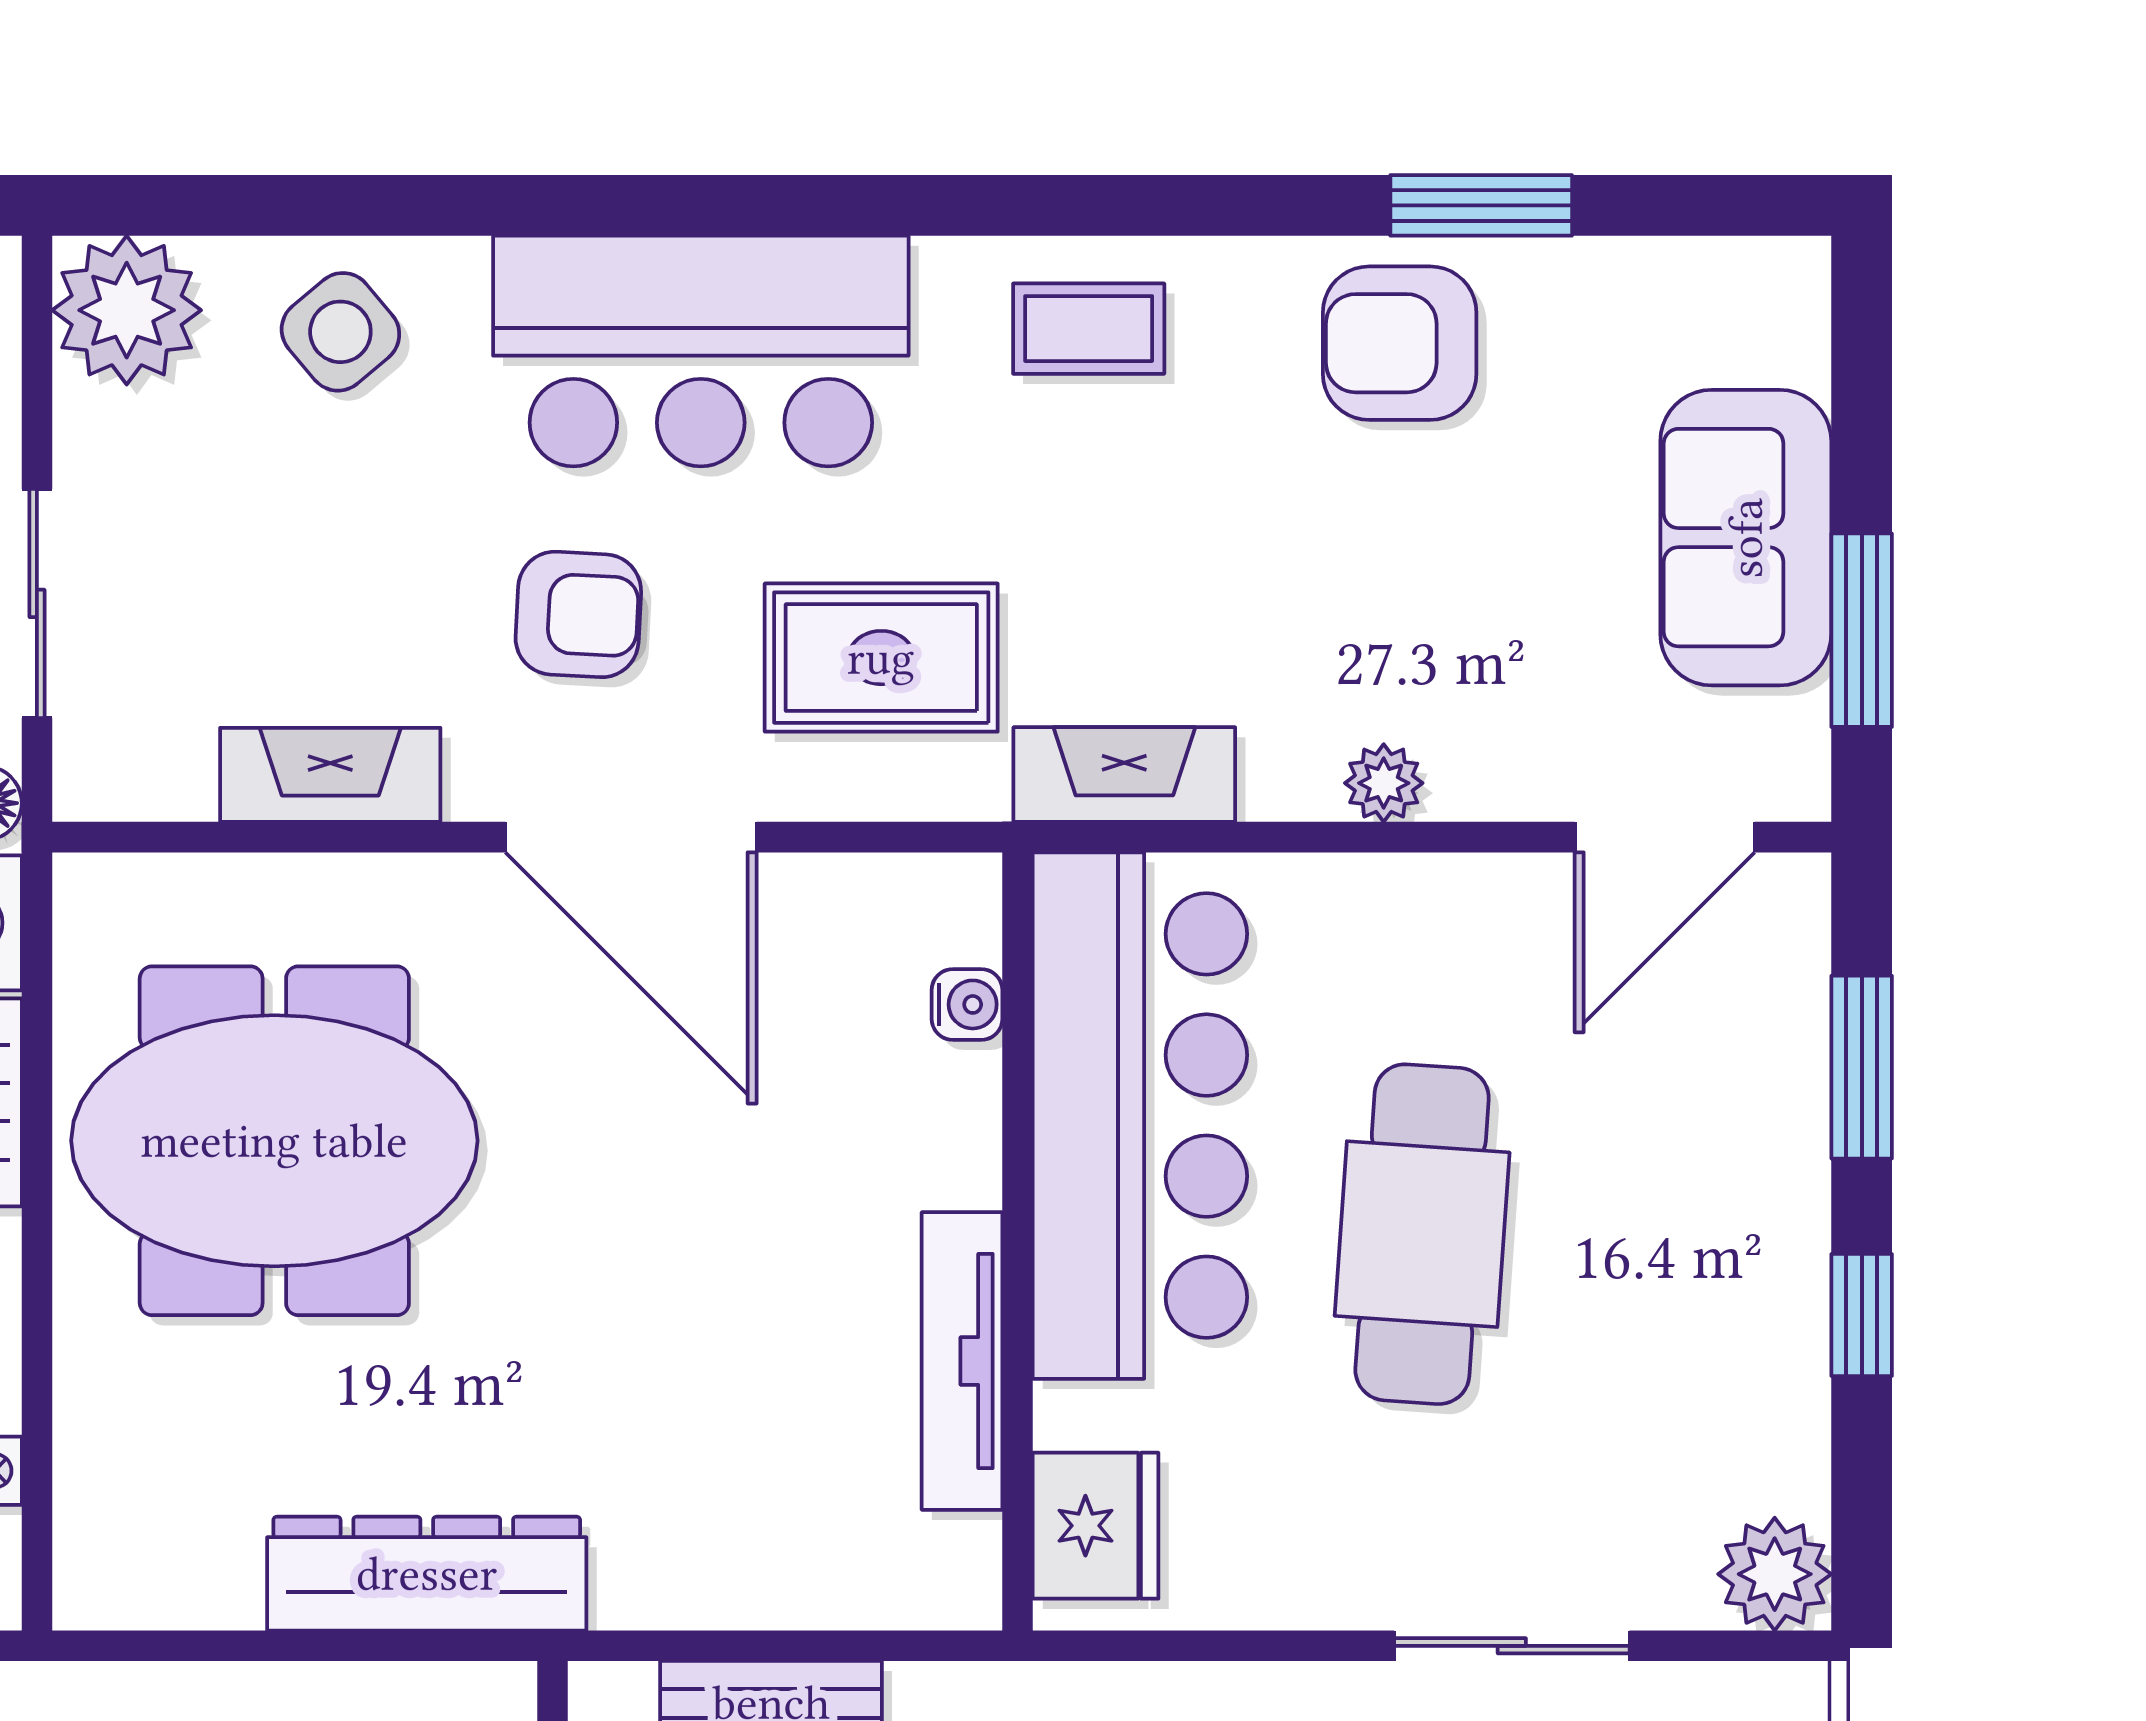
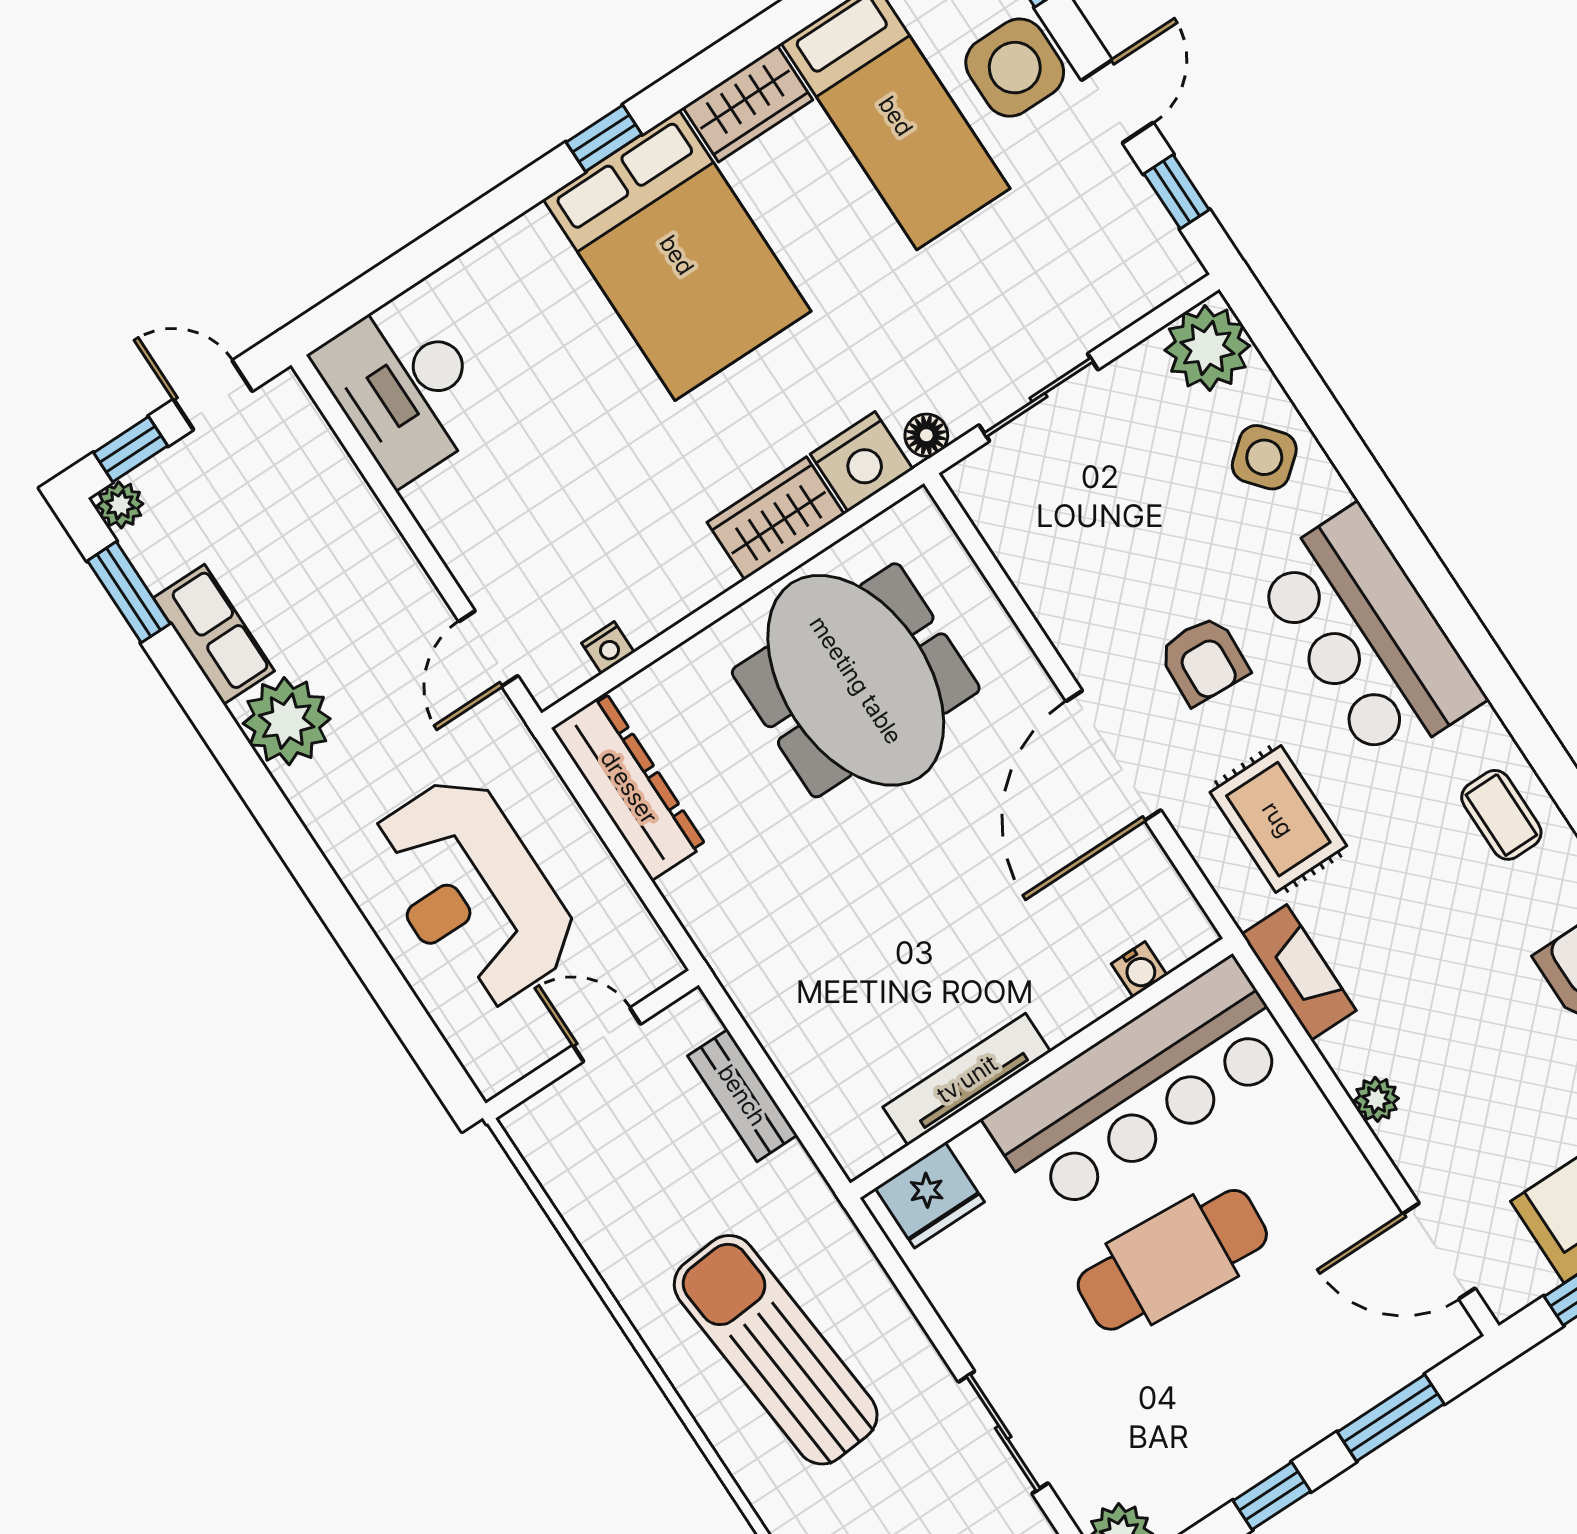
fireplace: (330, 775) -> (1049, 592), removed
dresser: (427, 1574) -> (629, 787), moved

